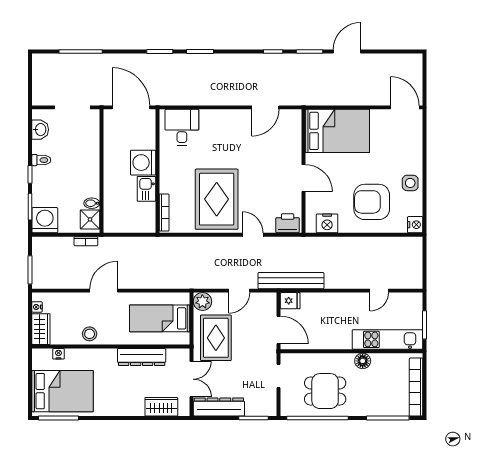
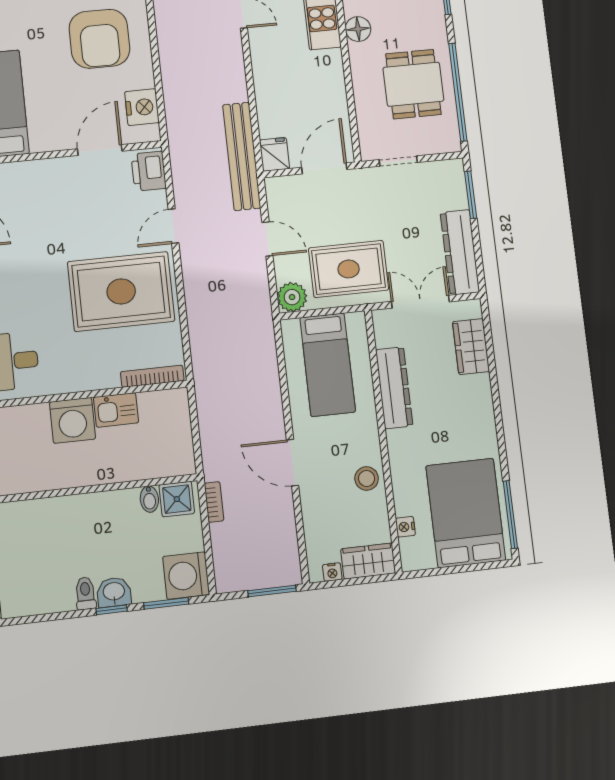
washbasin: (40, 130) -> (114, 592), moved
door: (303, 178) -> (100, 150), moved

